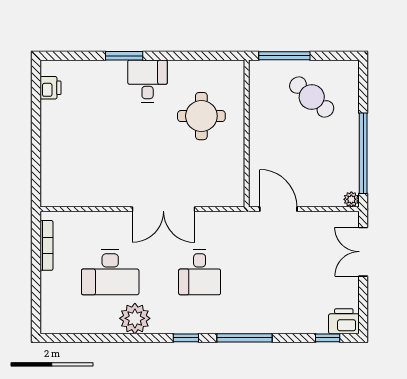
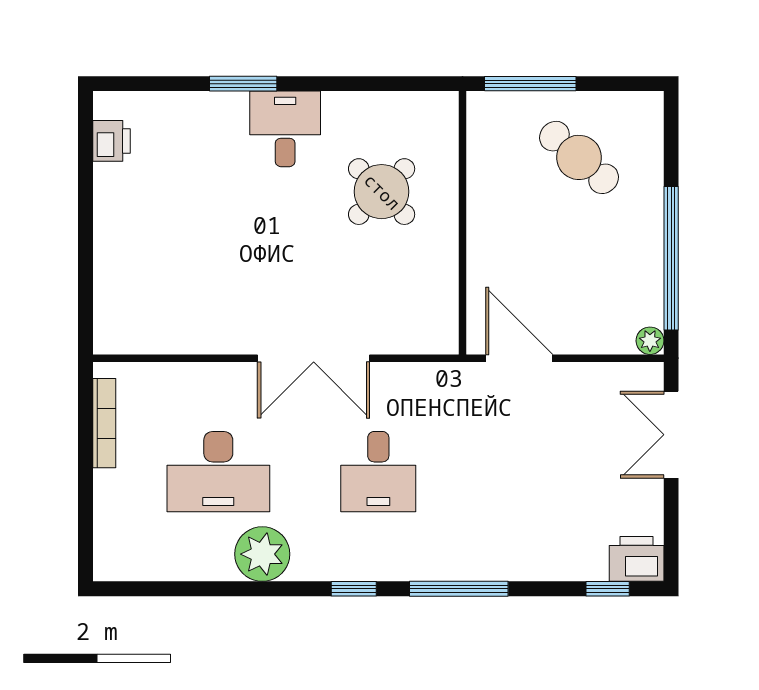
round table: (201, 116) -> (382, 192), turned 45

